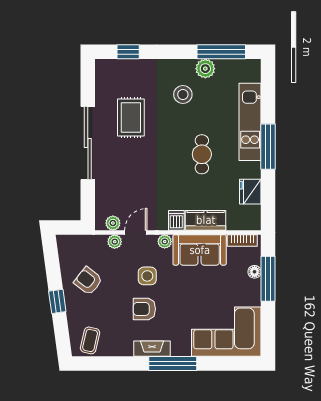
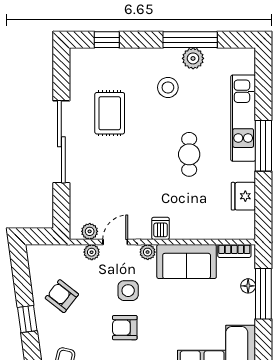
window: (221, 52) -> (190, 40), moved
kitchen counter: (206, 220) -> (193, 228), removed

